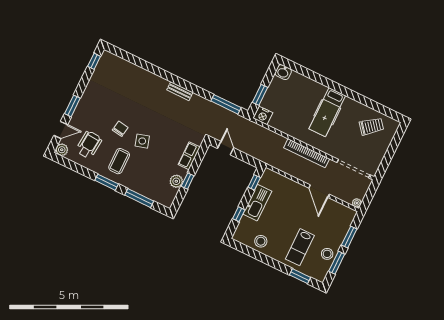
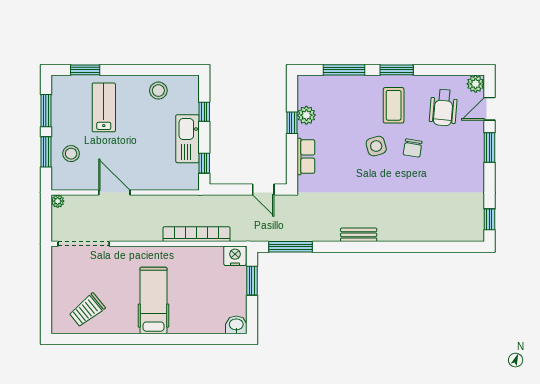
bookcase: (307, 153) -> (197, 234), moved
stool: (327, 254) -> (71, 154), moved

